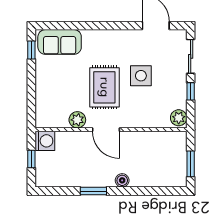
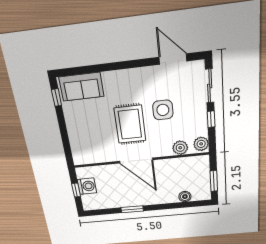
plant: (77, 120) -> (180, 148), moved
door: (106, 130) -> (136, 160), width x1.36
washing machine: (45, 141) -> (87, 186), moved
boiler: (122, 180) -> (185, 197), moved

